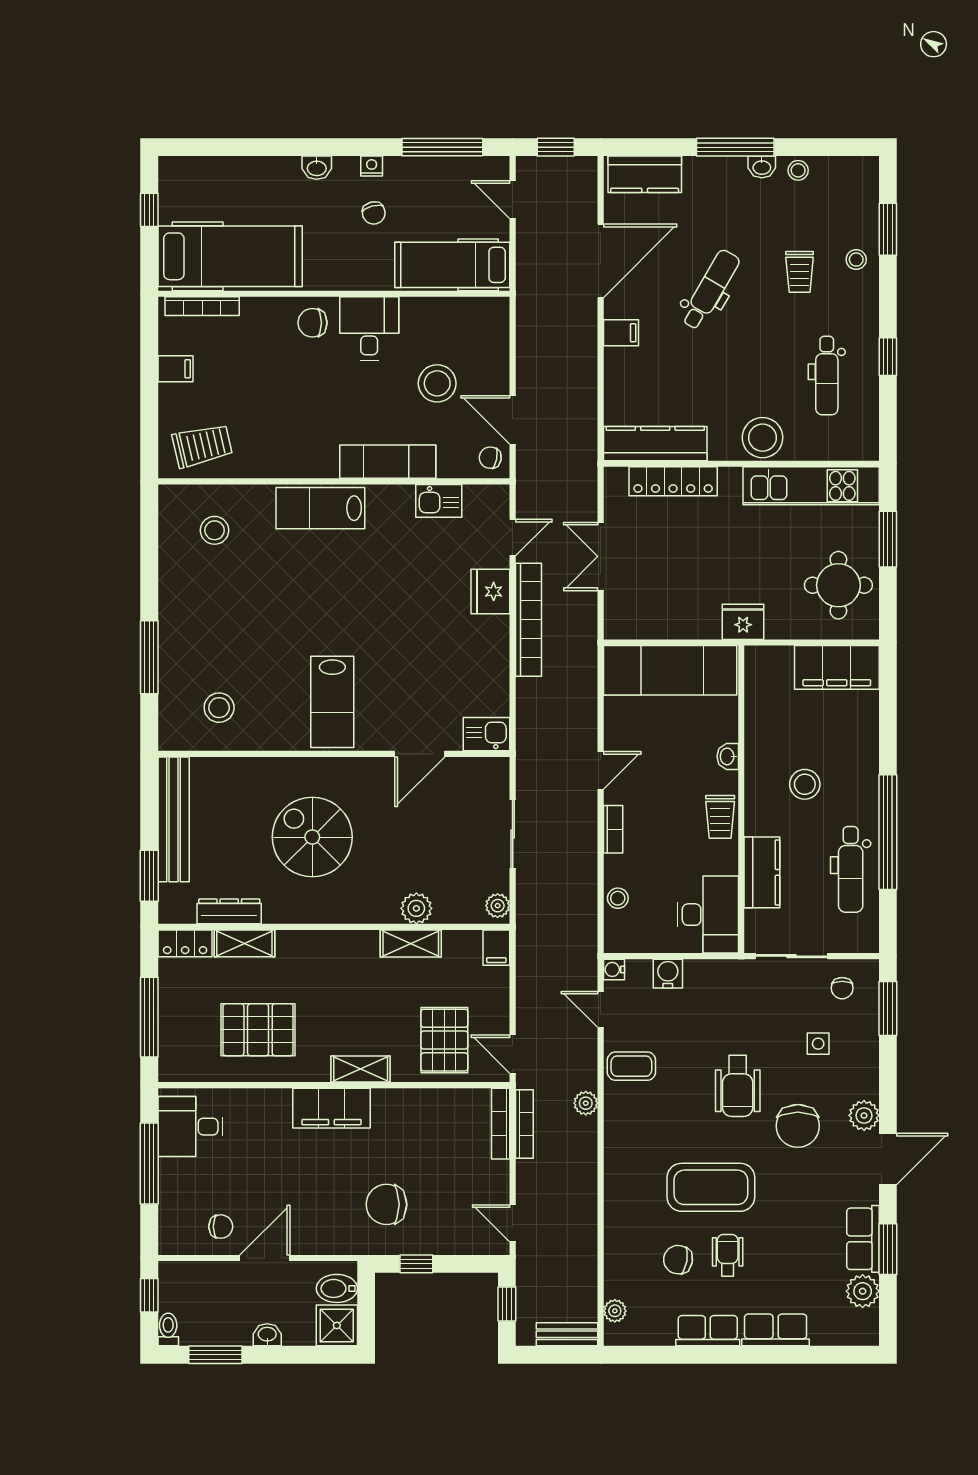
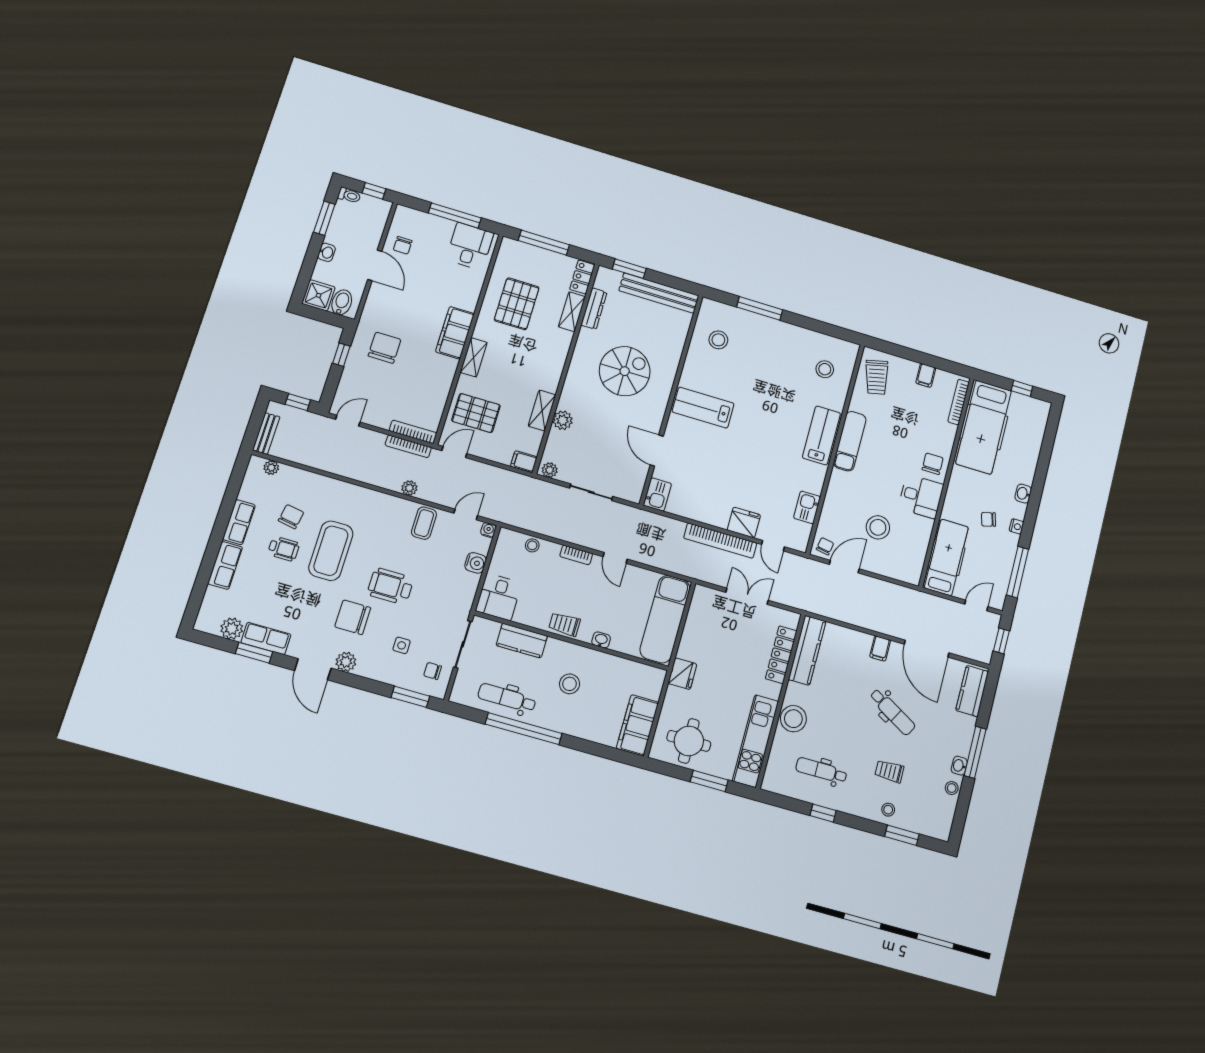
exam couch: (388, 462) -> (850, 441), moved
desk: (708, 915) -> (499, 597), width x0.73

